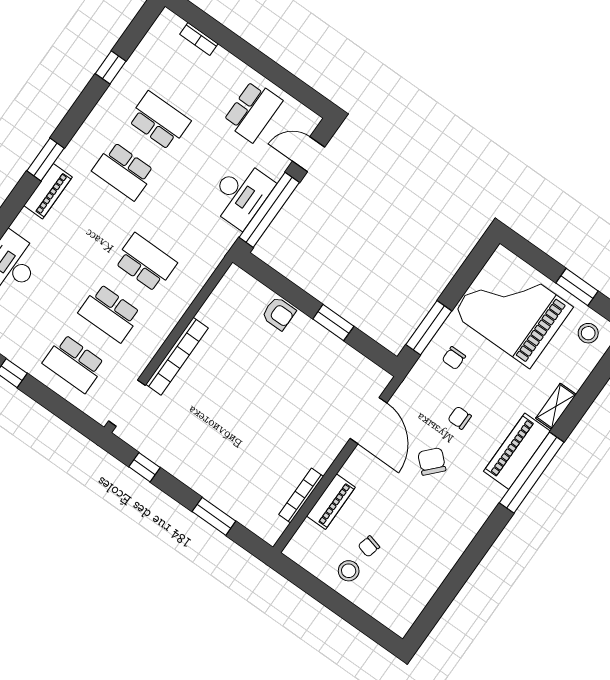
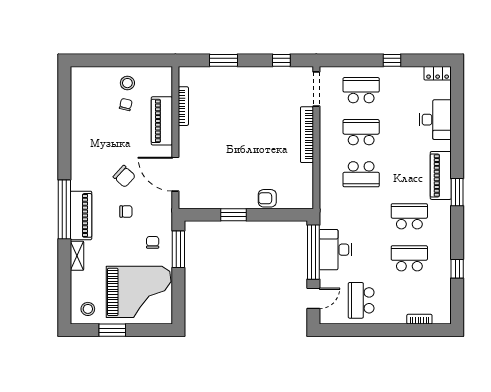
school desk: (159, 121) -> (409, 258), turned 180
piano: (48, 191) -> (441, 175), width x1.37, depth x1.33
piano: (331, 502) -> (162, 121), width x1.37, depth x1.33

